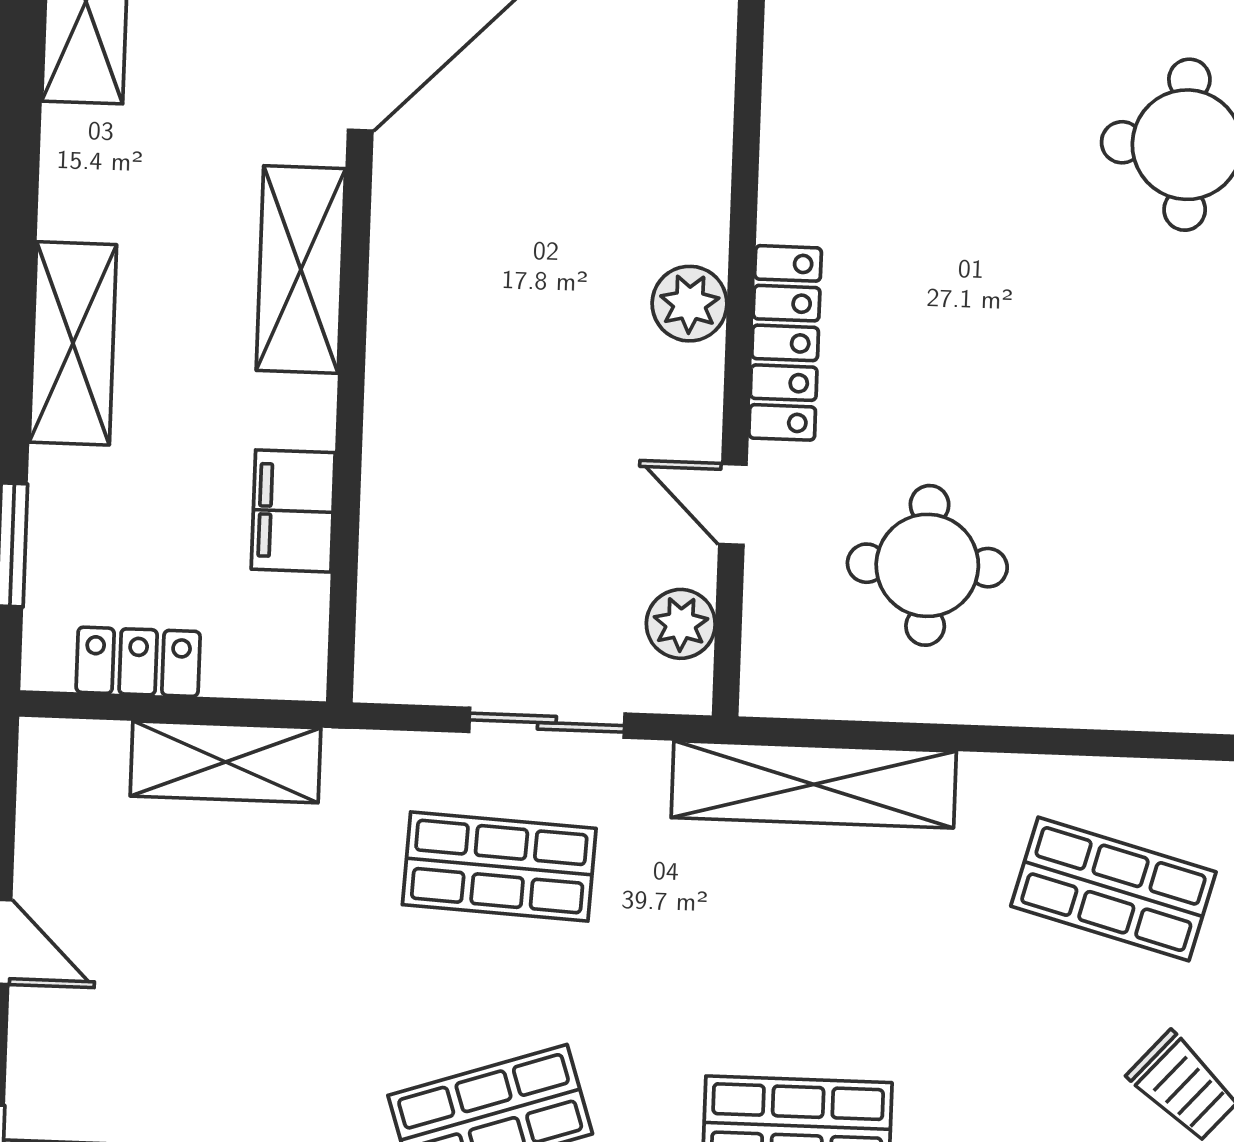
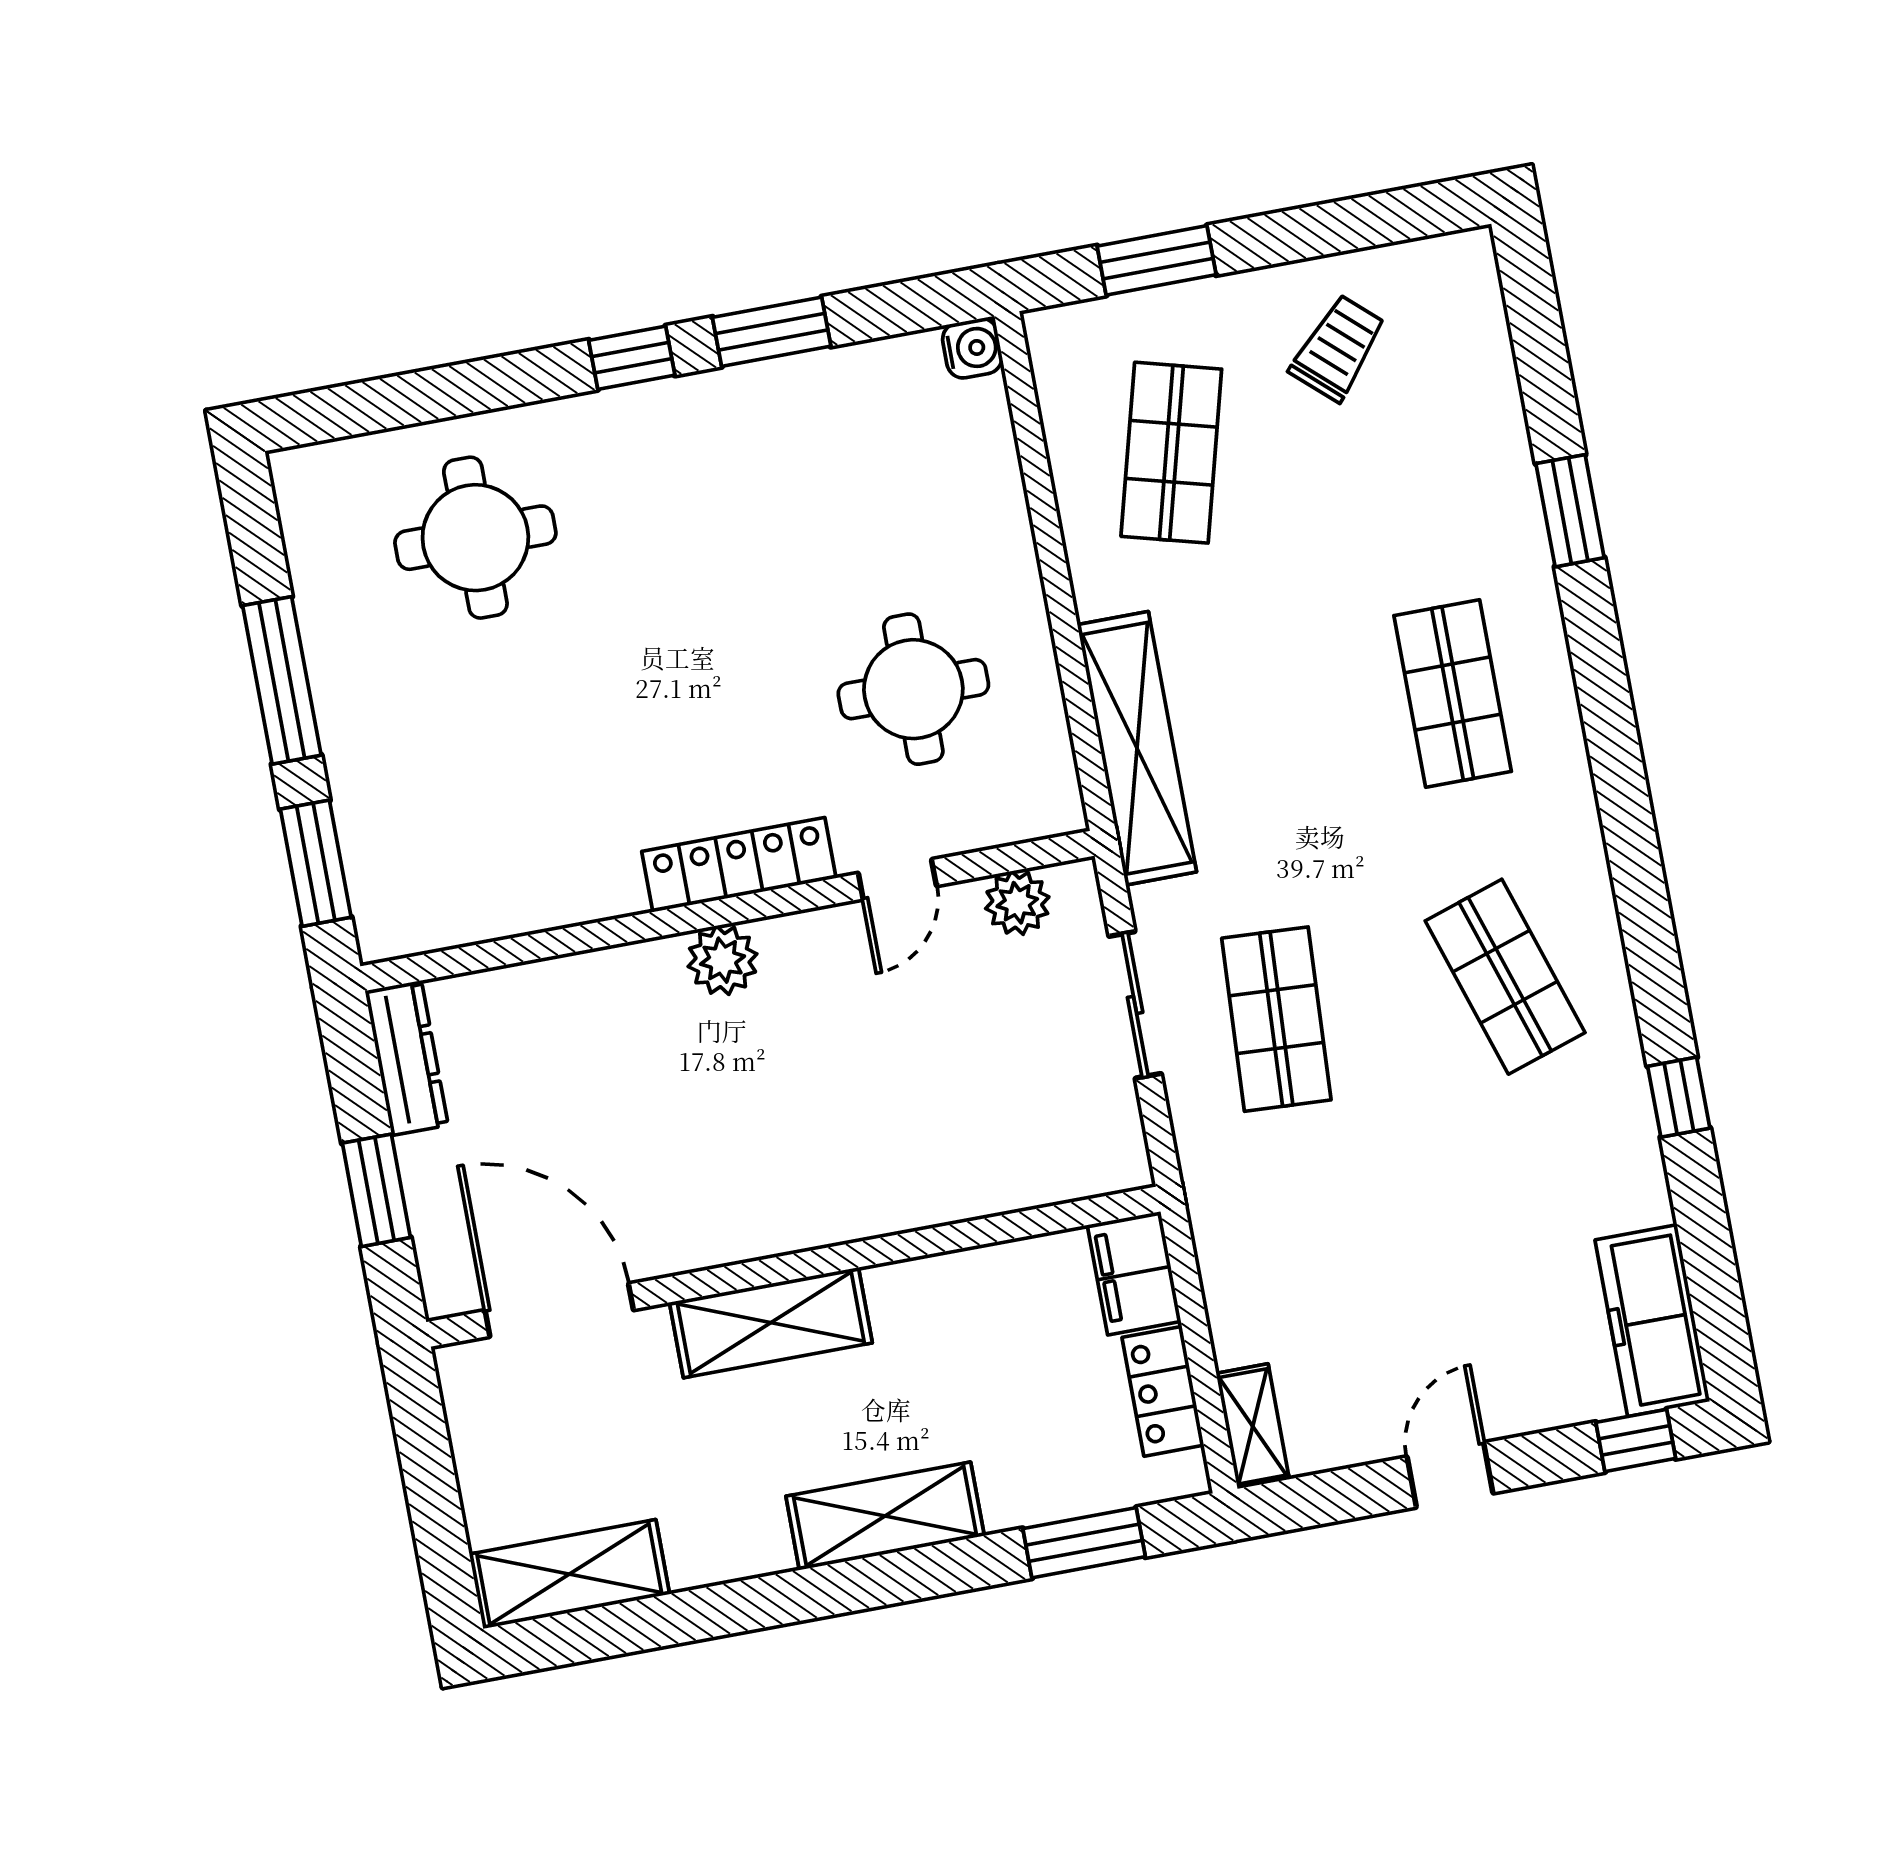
filing cabinet: (293, 511) -> (1134, 1273), moved, turned 90
shelving: (225, 762) -> (1253, 1426), moved, width x0.67, depth x0.75

